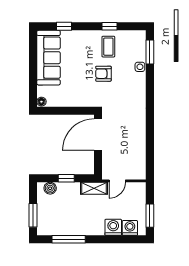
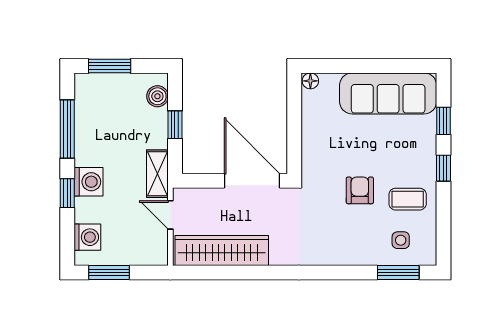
window: (109, 26) -> (443, 168), moved
side table: (140, 67) -> (401, 240), moved
wardrobe: (137, 152) -> (222, 250), added
washing machine: (113, 227) -> (88, 182), moved
window: (105, 239) -> (67, 193), added

